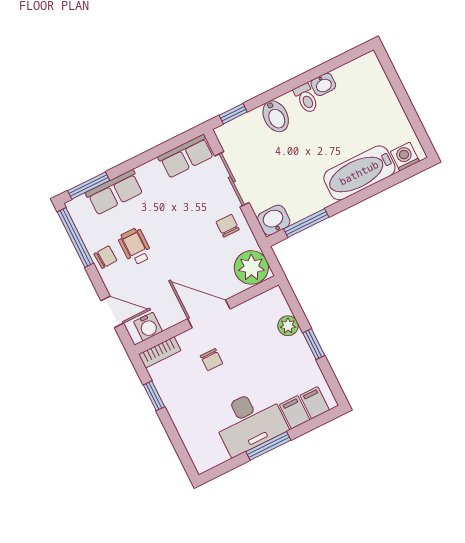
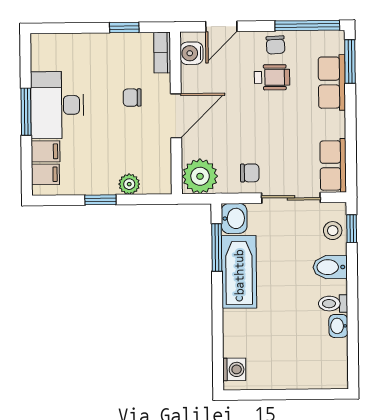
stool: (243, 129) -> (333, 231), added
bathtub: (359, 173) -> (239, 272), moved

